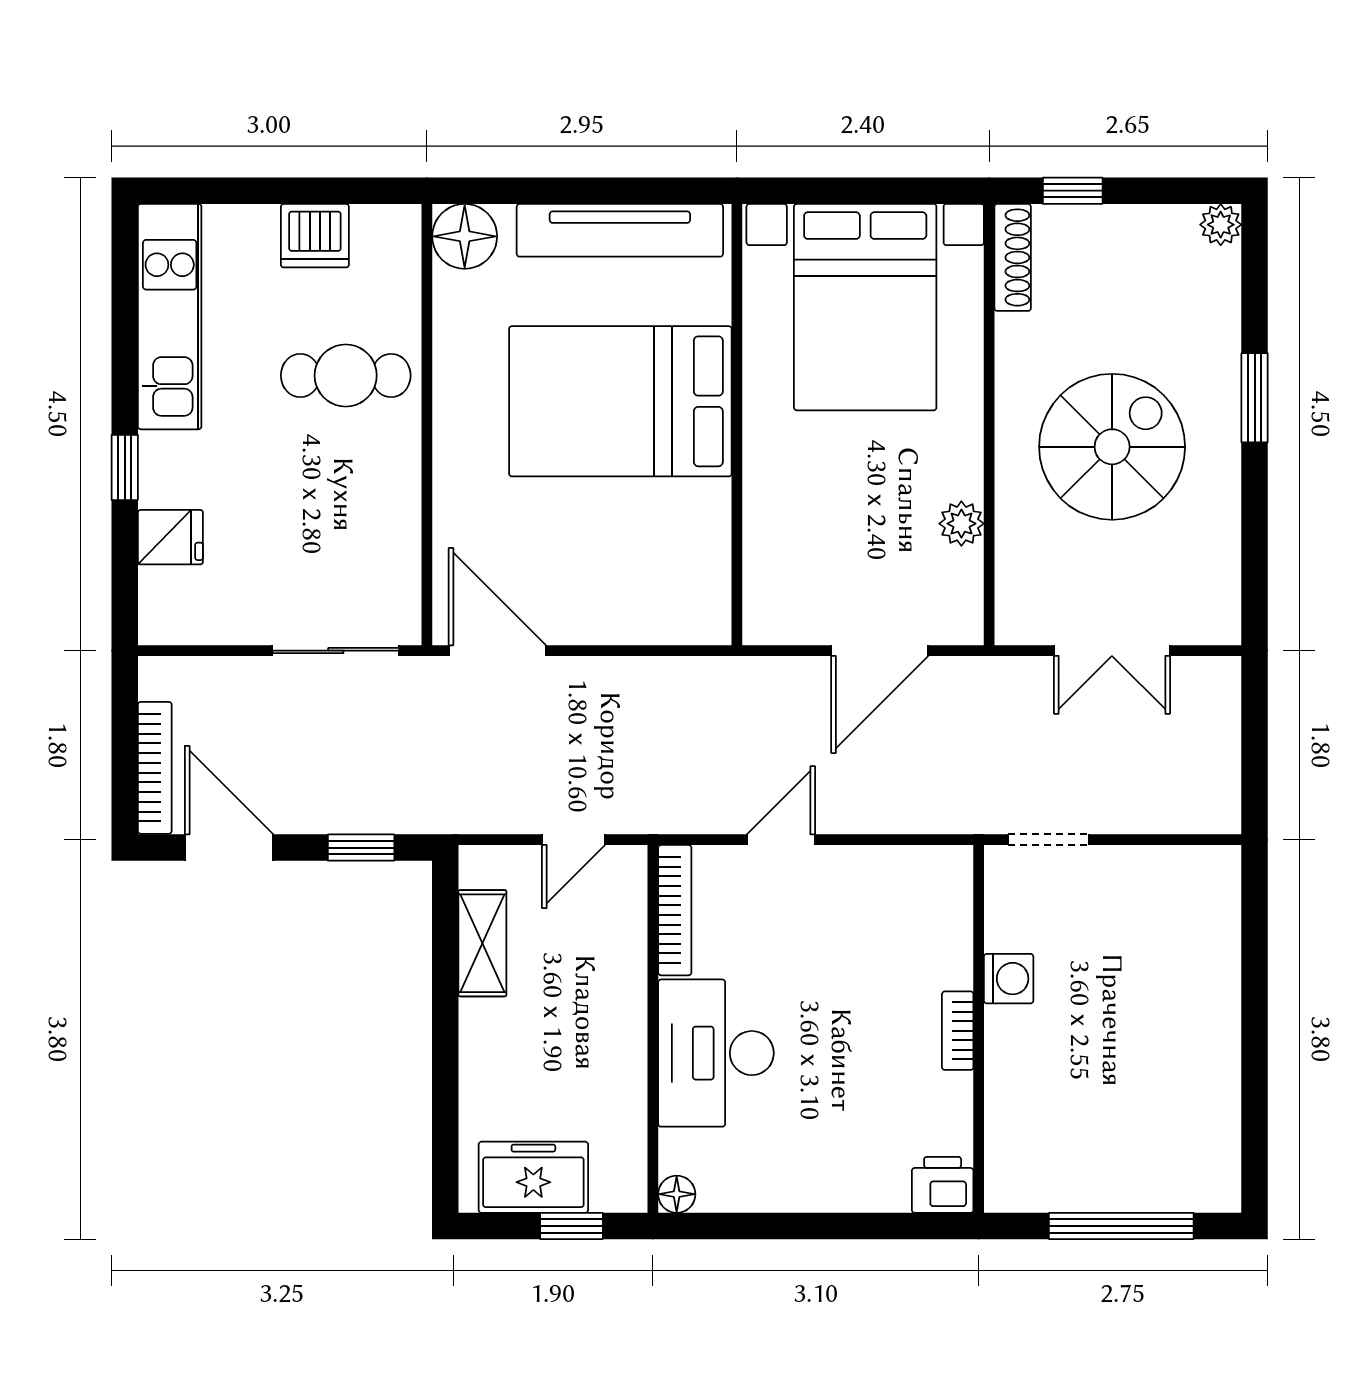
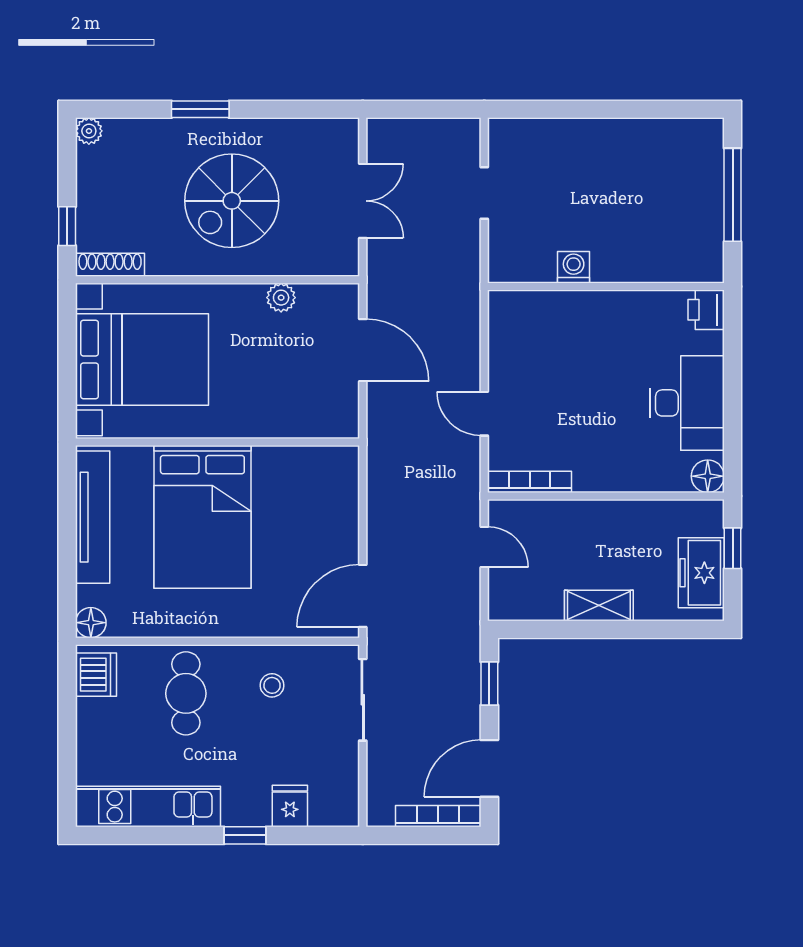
dishwasher: (315, 236) -> (96, 675), moved
floor lamp: (465, 236) -> (91, 623), width x0.73, depth x0.73
spiral stairs: (1112, 447) -> (232, 201), turned -90
stool: (358, 509) -> (272, 685), added
doorway: (1048, 840) -> (484, 193), moved
shelving: (482, 943) -> (599, 606), moved
bookcase: (958, 1031) -> (607, 300), removed
desk: (716, 1053) -> (687, 403), moved, turned -90
floor lamp: (677, 1194) -> (708, 476), width x1.37, depth x1.37

